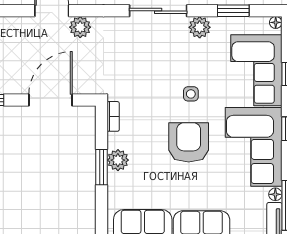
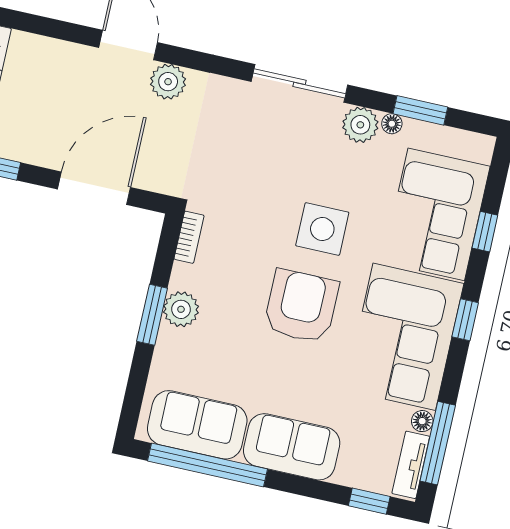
floor lamp: (276, 22) -> (392, 124), moved
side table: (191, 94) -> (322, 229), width x1.87, depth x1.87

